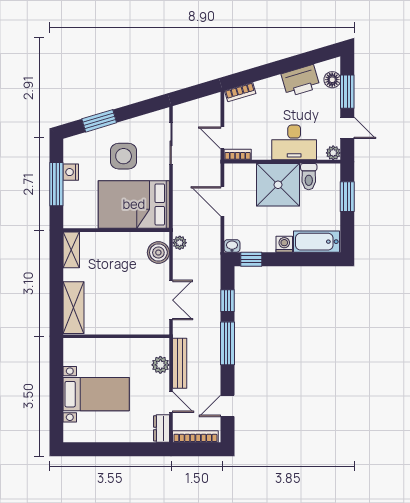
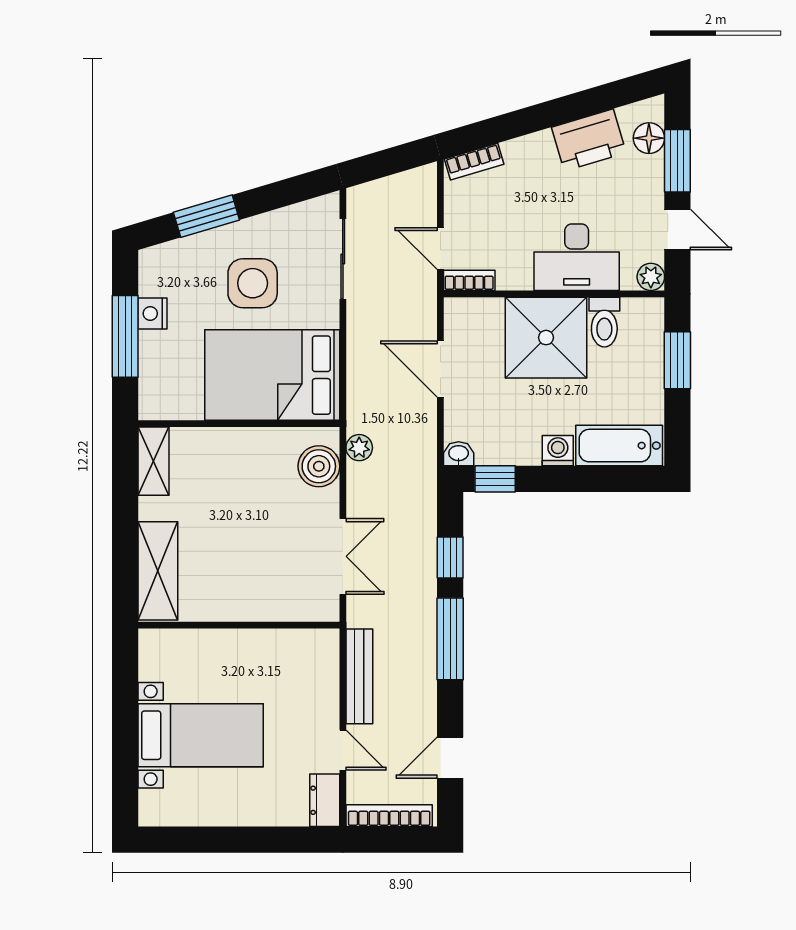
plant: (160, 365) -> (323, 680), removed

